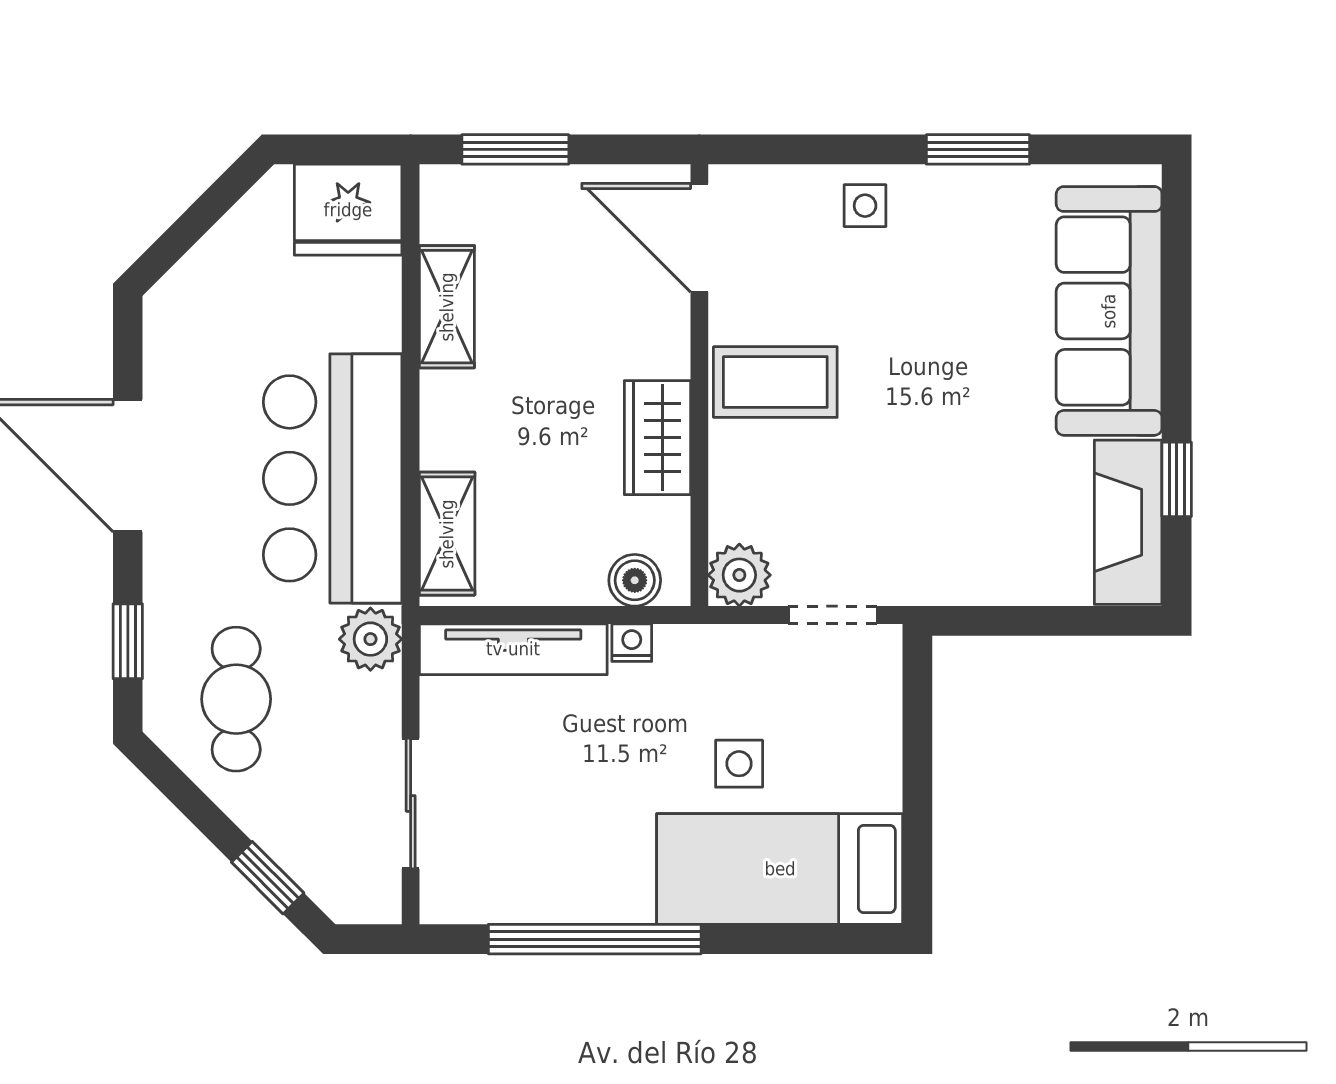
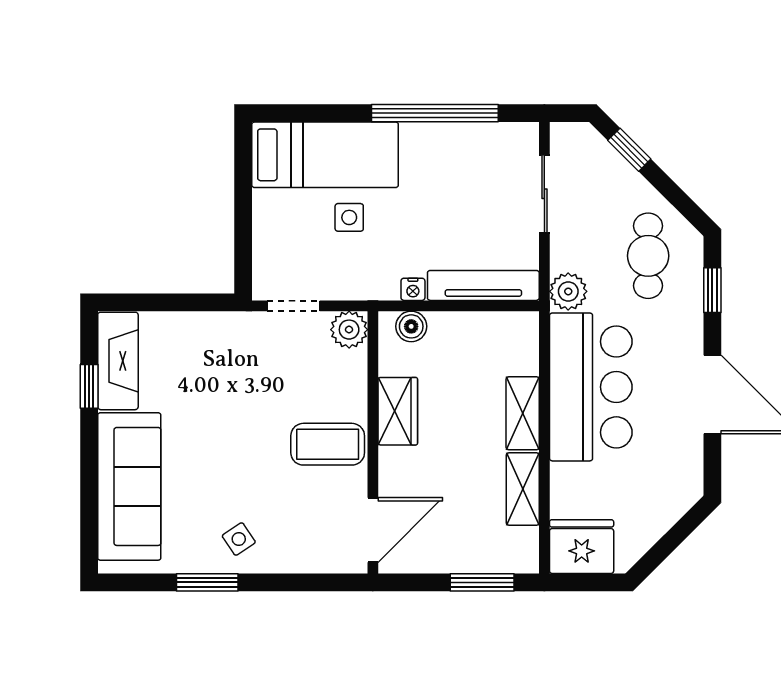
side table: (865, 206) -> (239, 539), moved, turned -34
door: (699, 238) -> (373, 530), hinge flipped
shelving: (447, 534) -> (523, 413), moved

